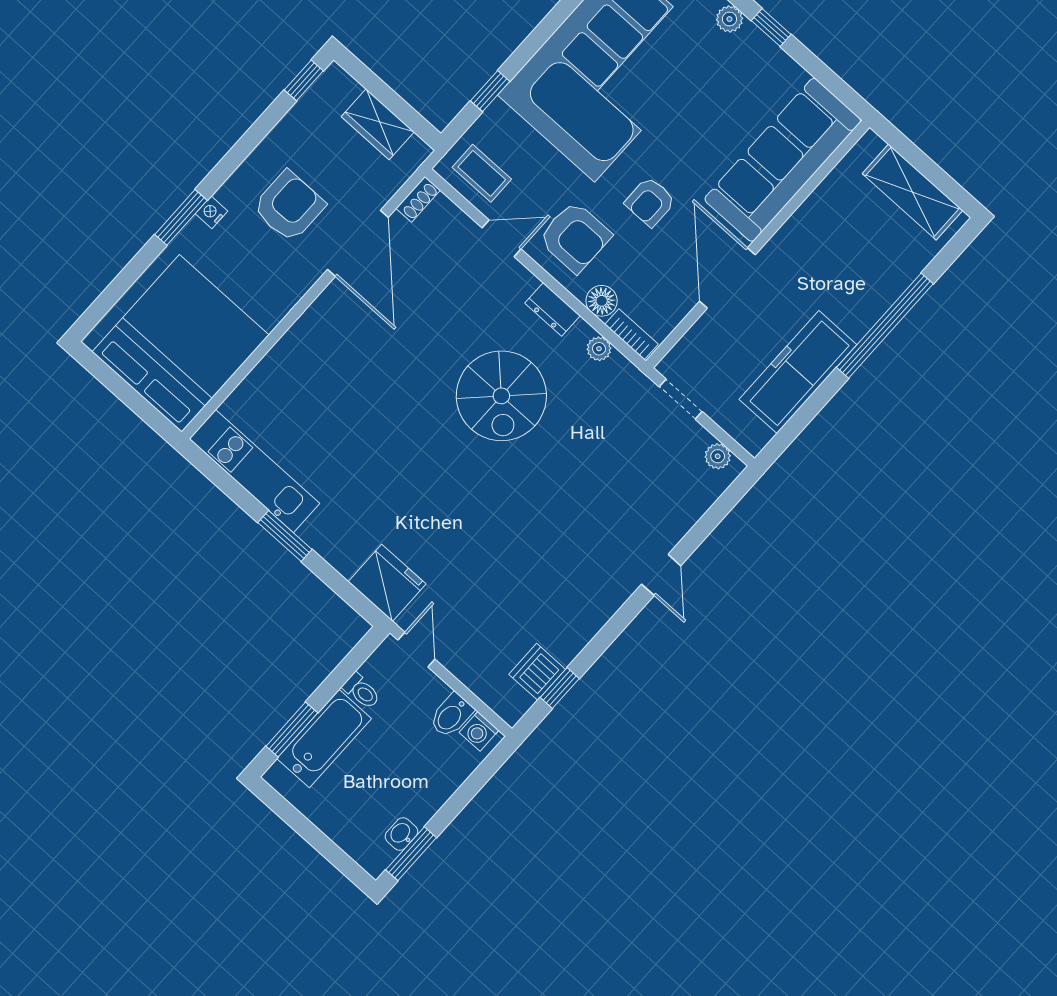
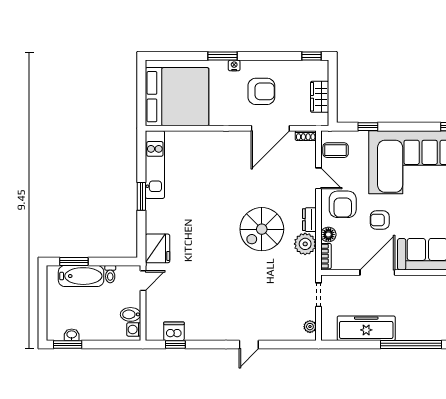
coffee table: (482, 173) -> (336, 150), turned 90
plant: (599, 349) -> (305, 244), width x1.87, depth x1.87

